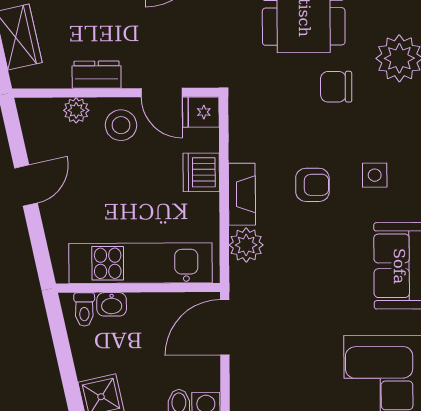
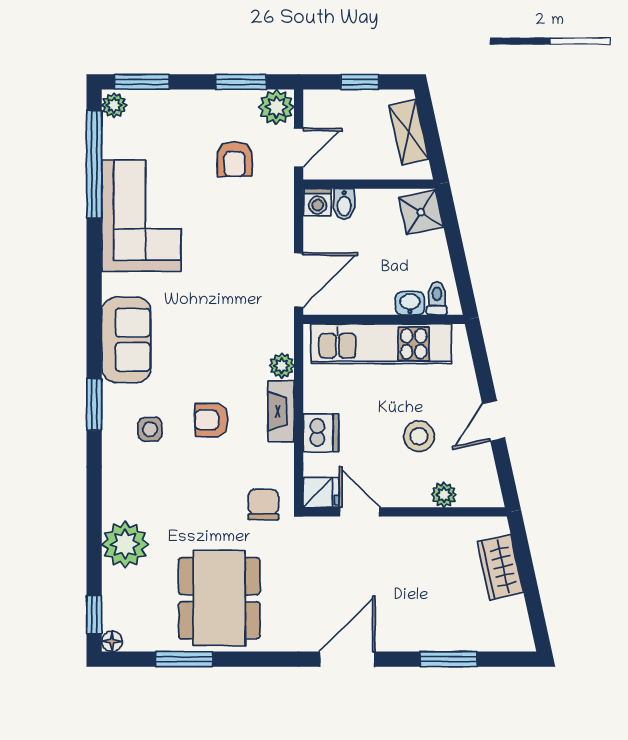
dresser: (97, 75) -> (424, 530), removed
chair: (336, 87) -> (263, 505), moved, turned -90
stool: (121, 125) -> (419, 436), moved
plant: (246, 245) -> (282, 366), width x0.73, depth x0.73

